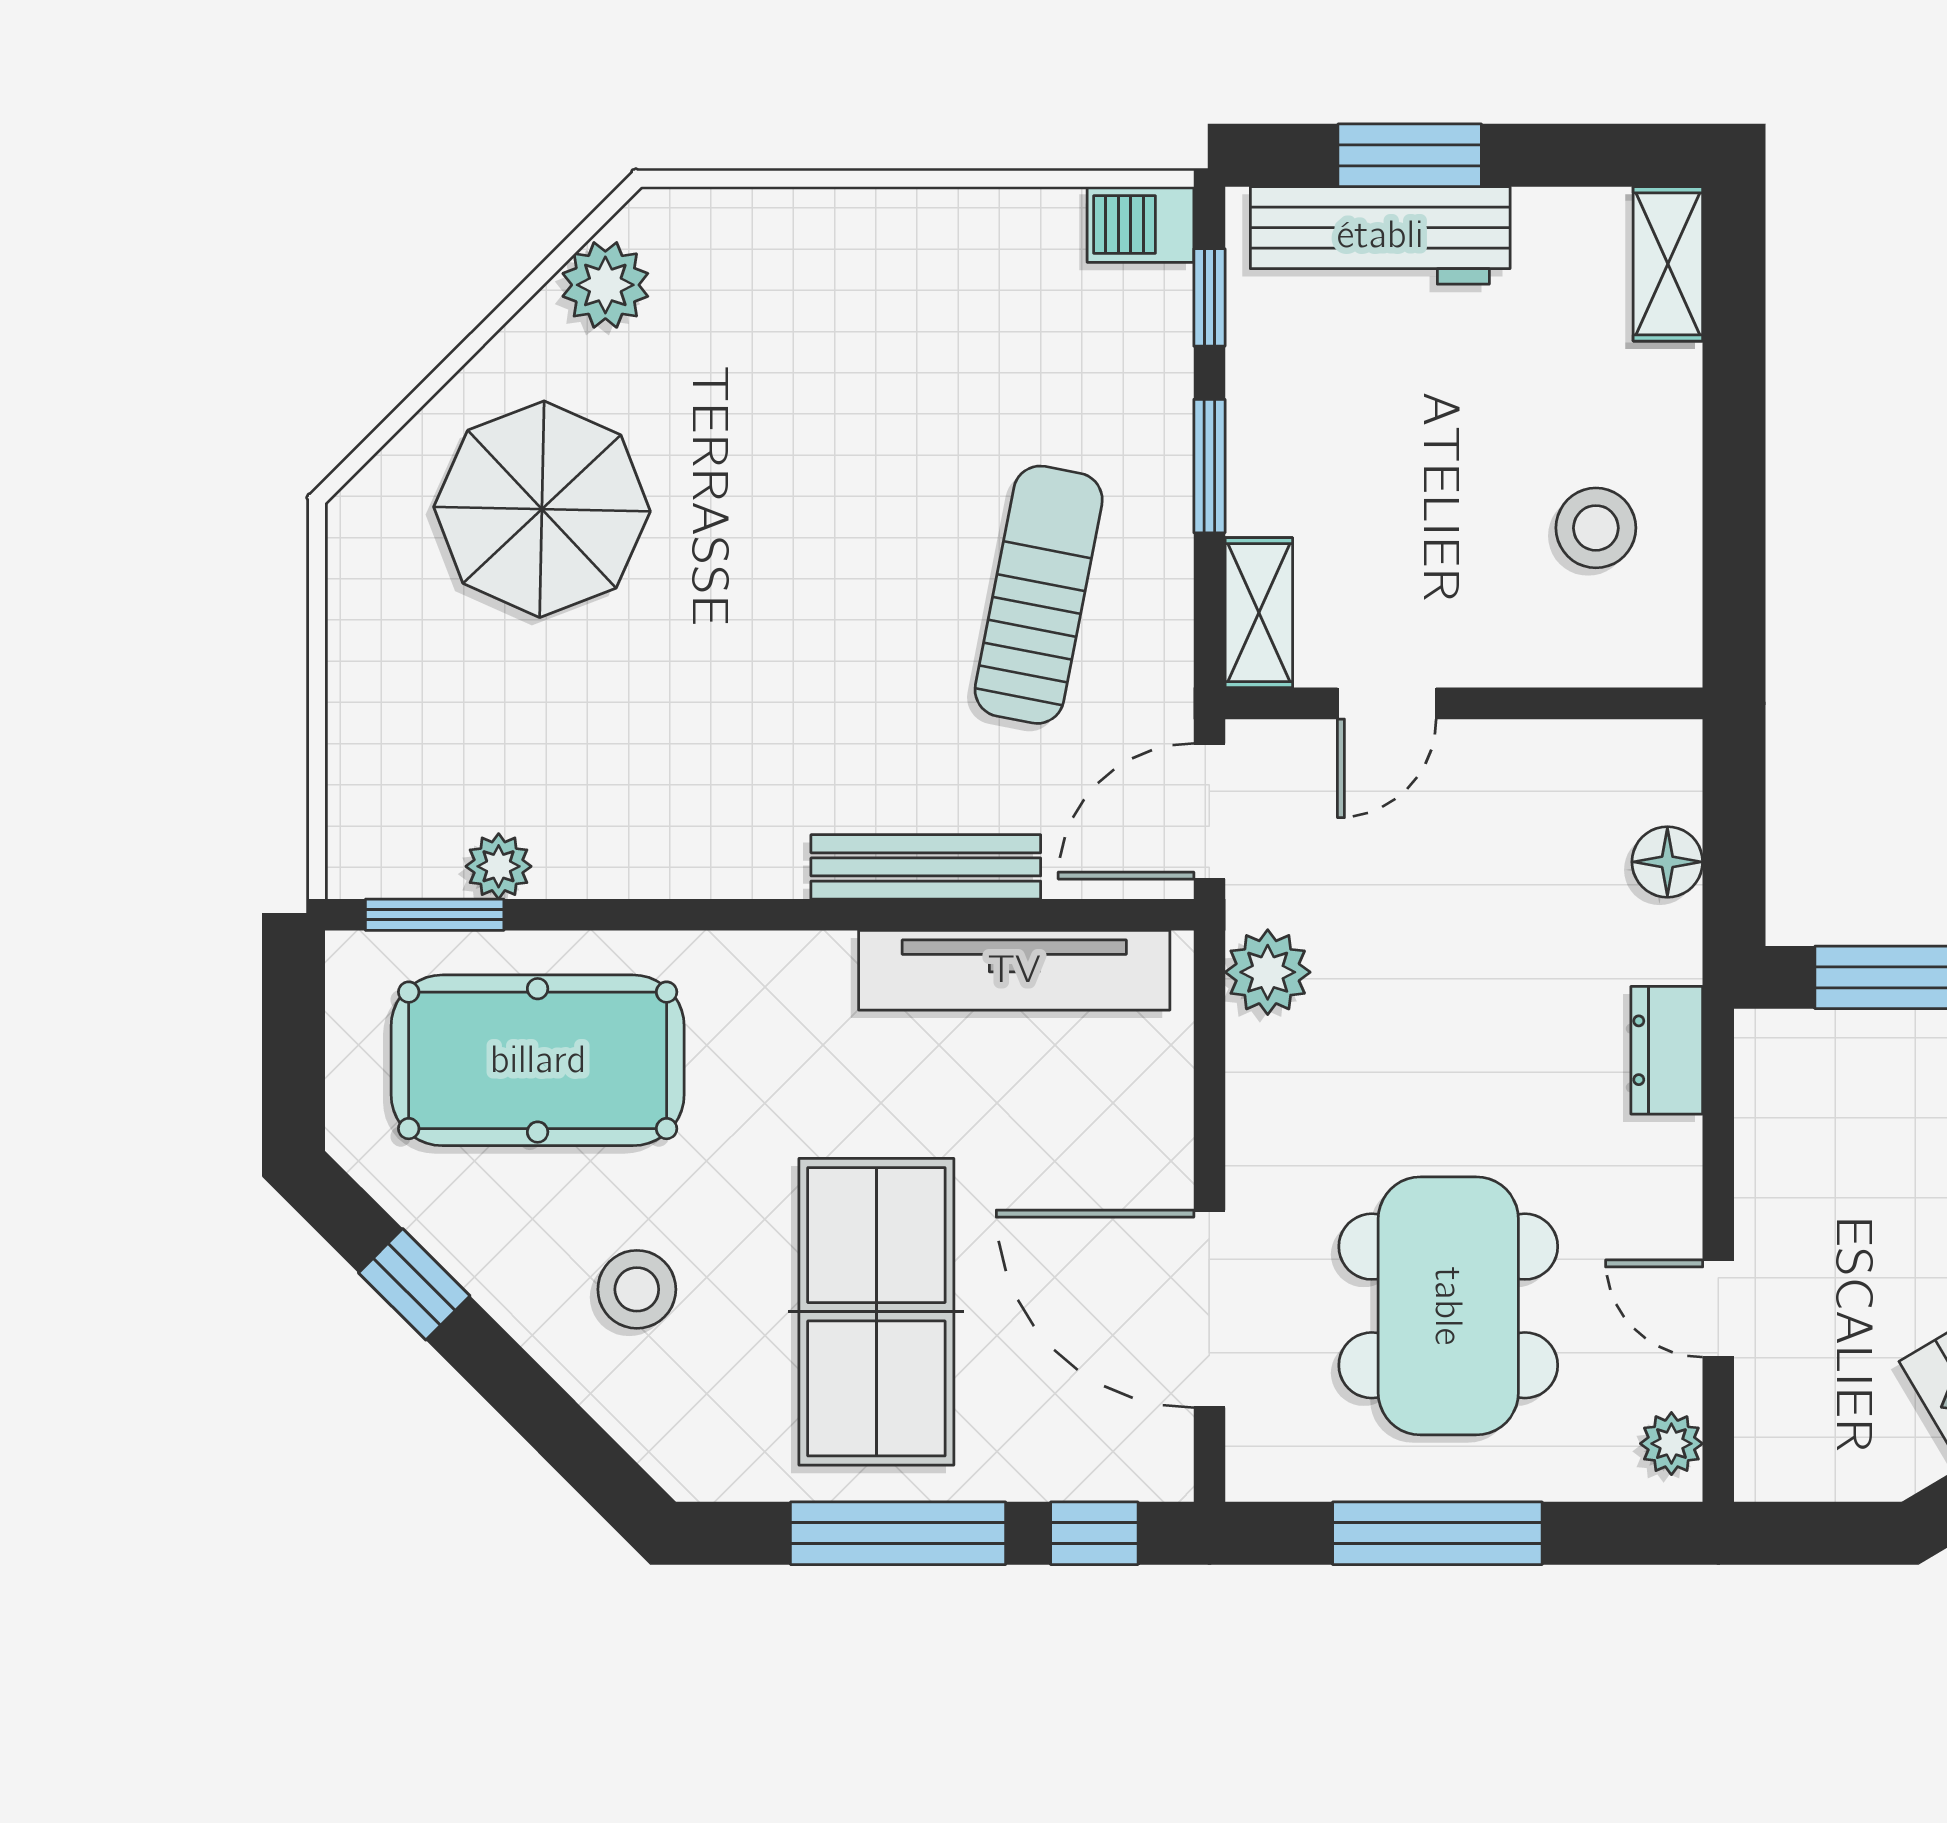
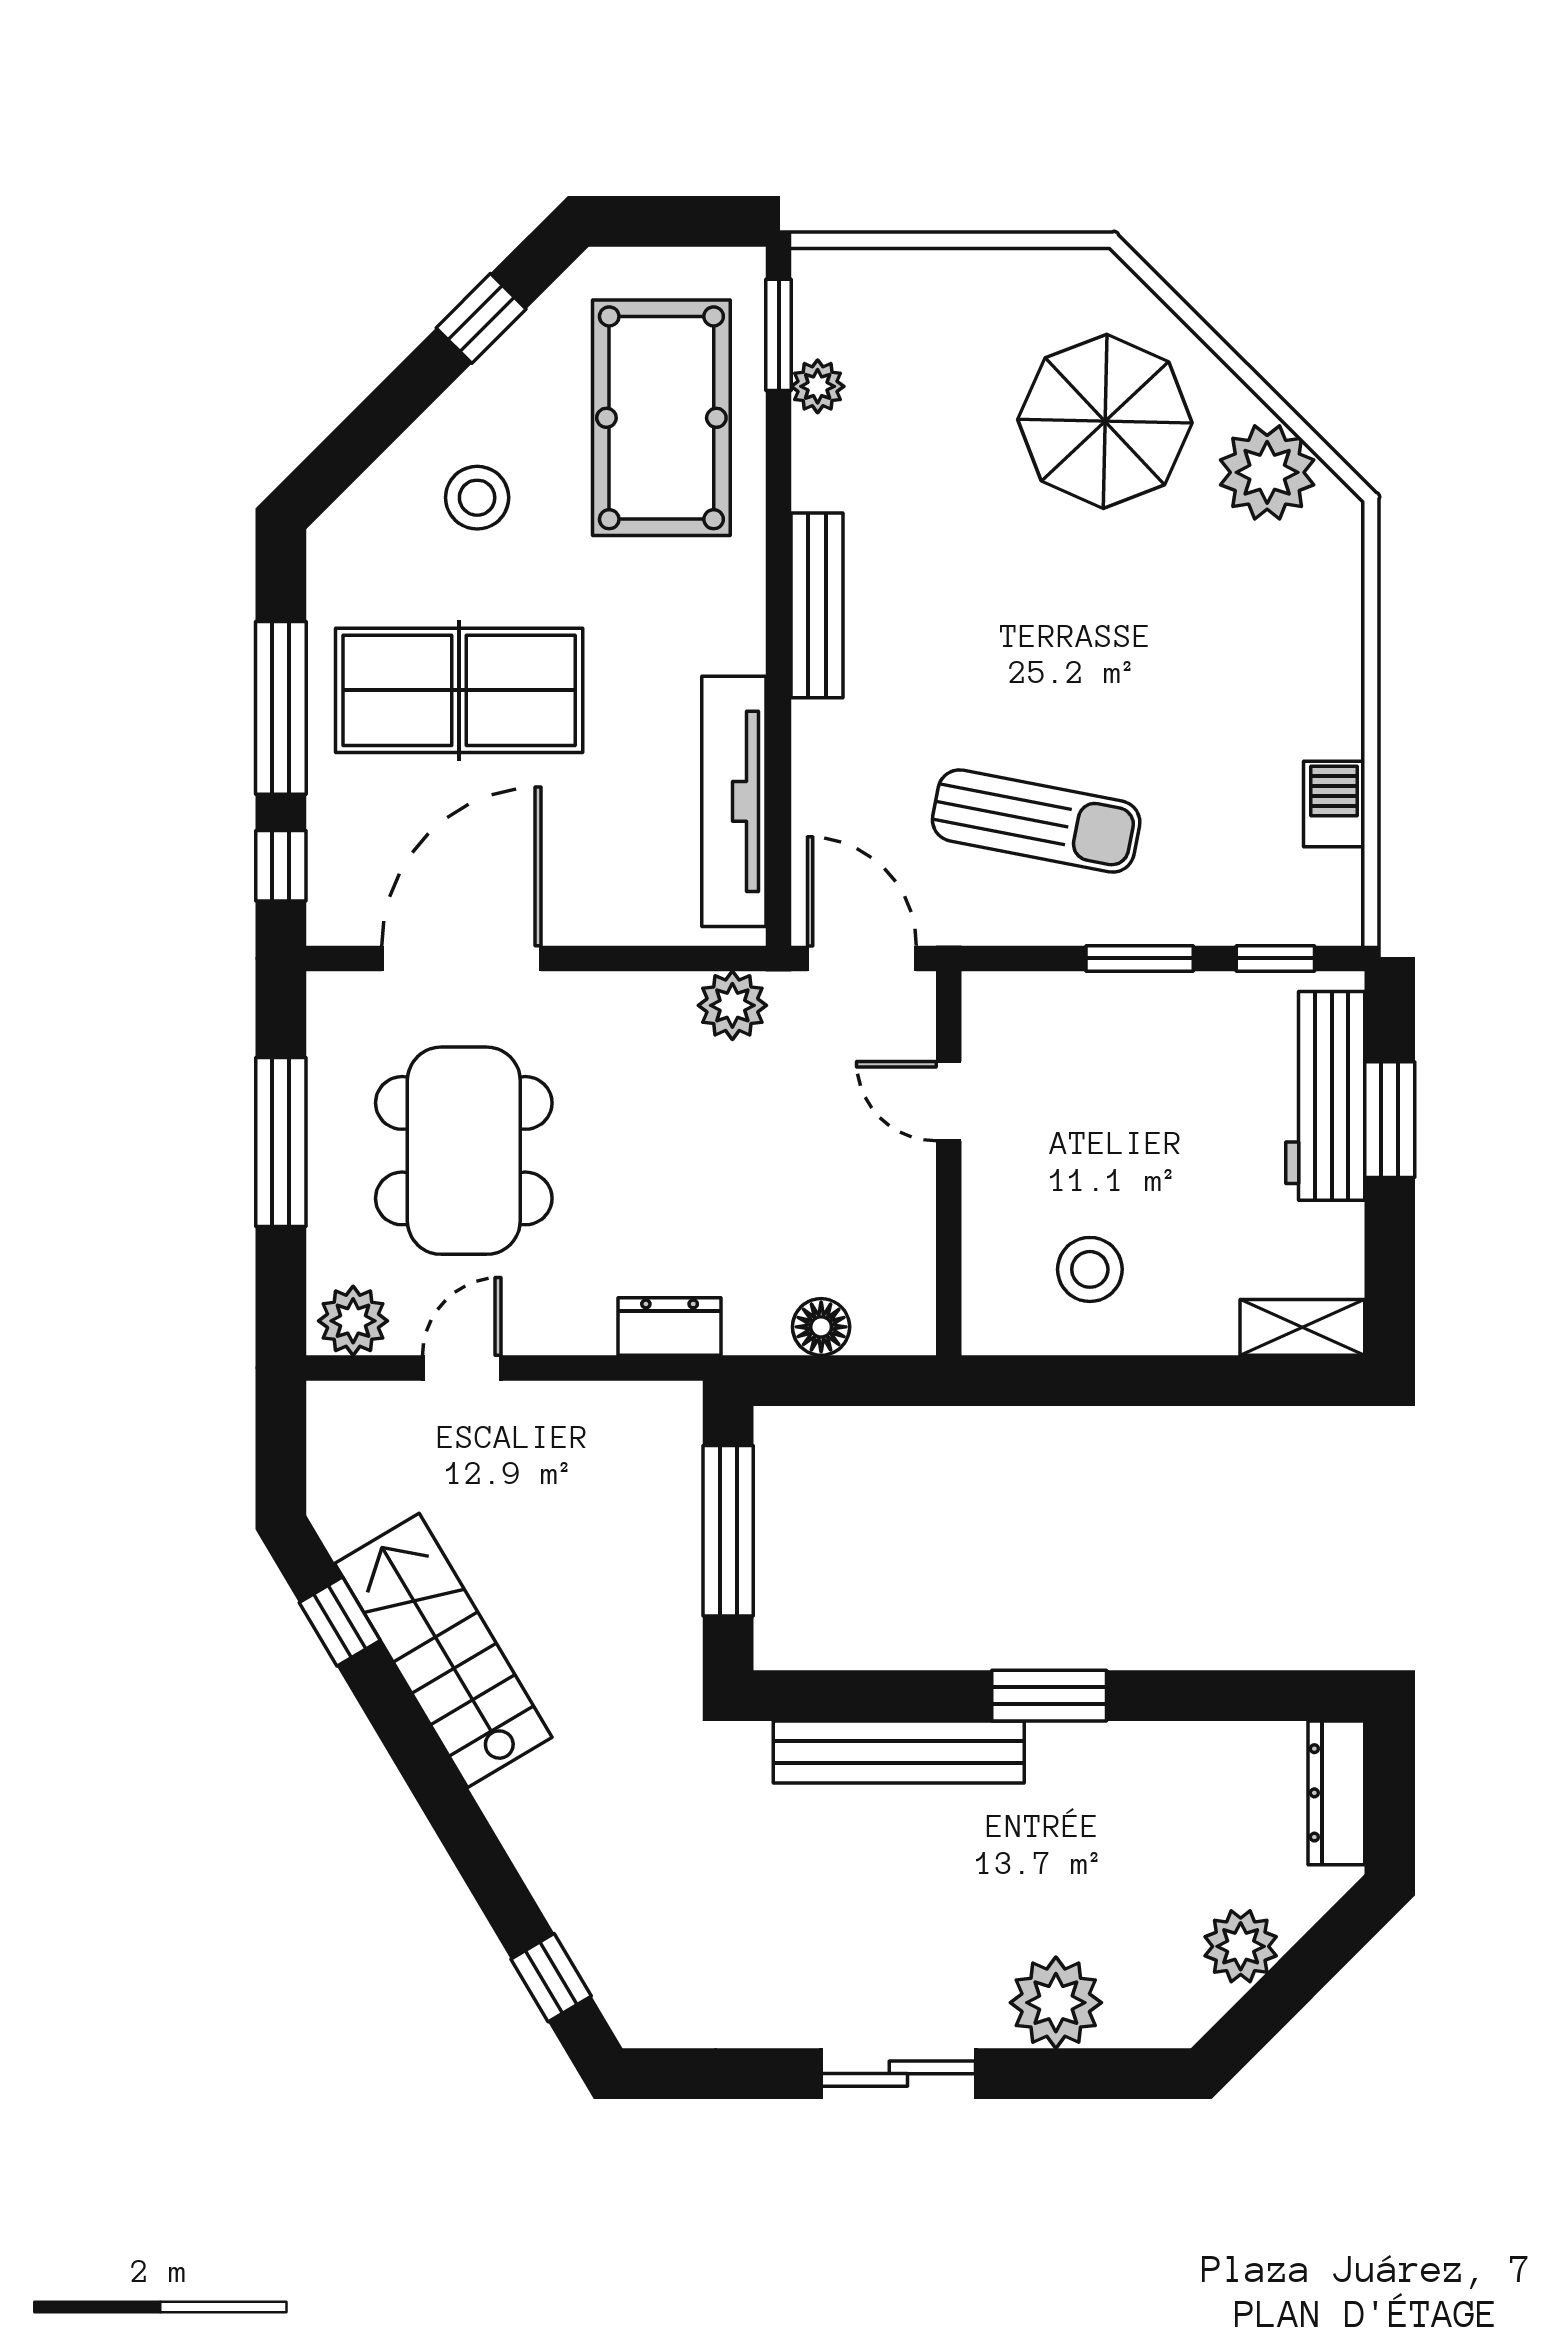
barbecue: (1140, 225) -> (1334, 804), moved
plant: (605, 285) -> (1267, 472), width x1.36, depth x1.36
shelving: (1259, 613) -> (1022, 998), removed
bench: (926, 867) -> (817, 605), moved
dining table: (1448, 1306) -> (464, 1151), turned 90
plant: (1671, 1444) -> (353, 1321), width x1.38, depth x1.38

